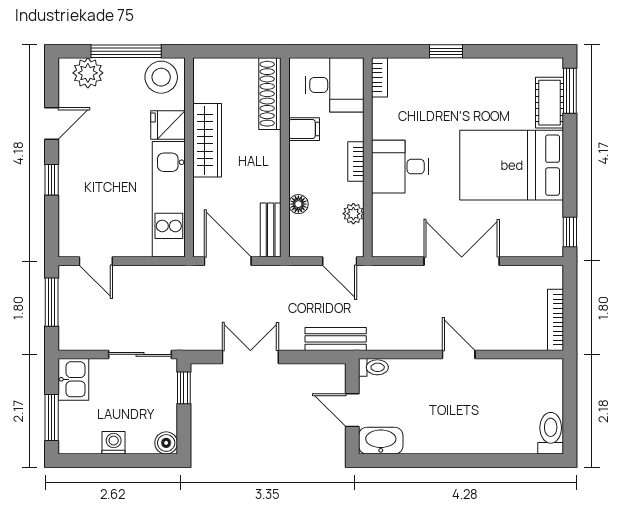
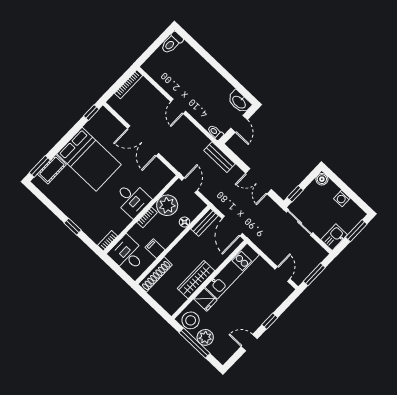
plant: (88, 73) -> (205, 337), moved
plant: (353, 214) -> (167, 205), width x1.88, depth x1.88

